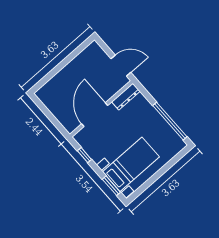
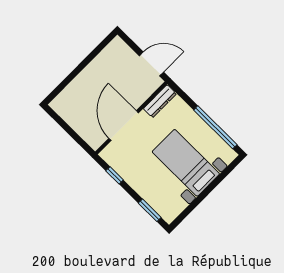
bed with nightstands: (131, 164) -> (186, 163), moved, turned -90

